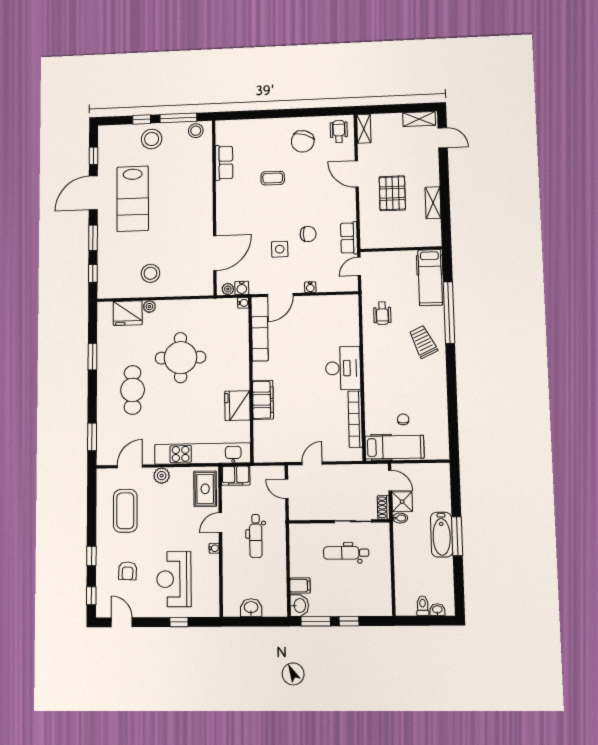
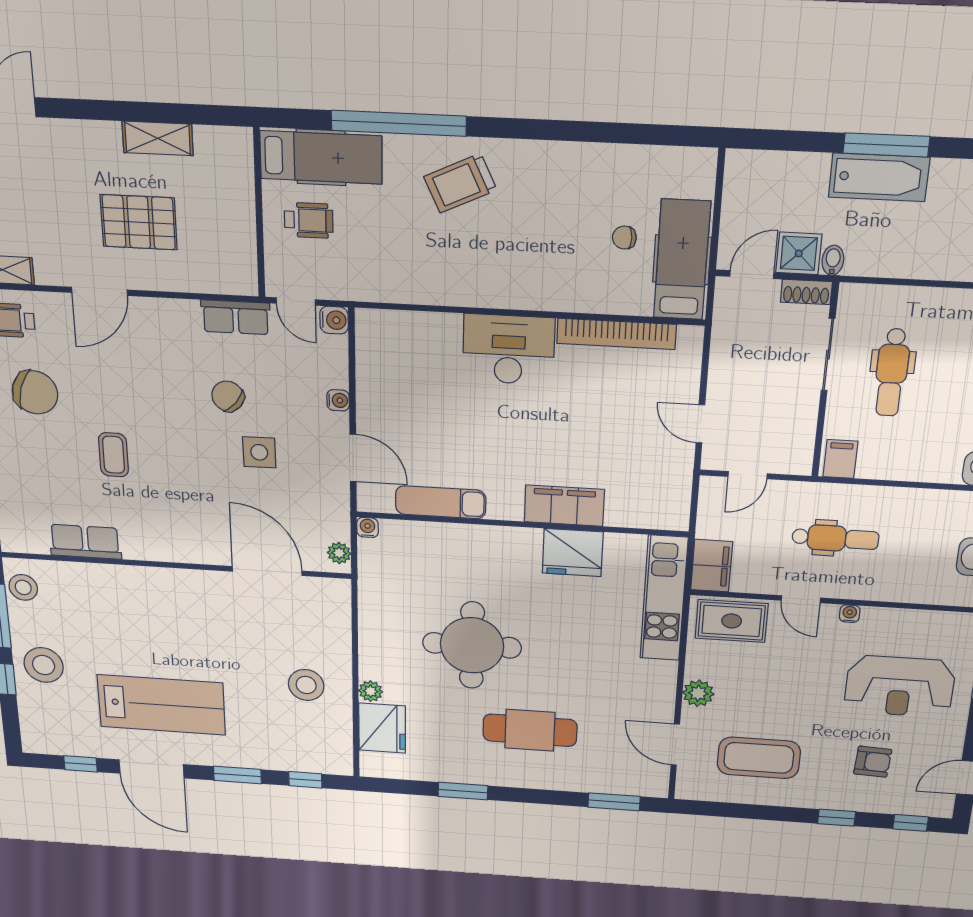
chair: (308, 234) -> (228, 396), turned -50
water cooler: (242, 288) -> (334, 320), moved
wheelchair: (382, 313) -> (309, 220), moved
kitchen unit: (203, 454) -> (664, 598), width x0.73
filing cabinet: (300, 586) -> (840, 459), moved

